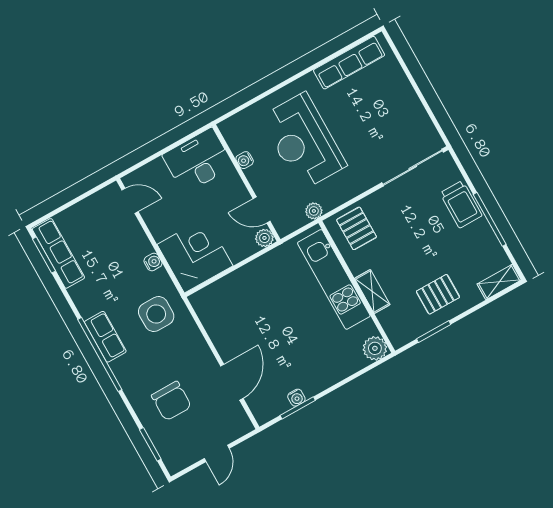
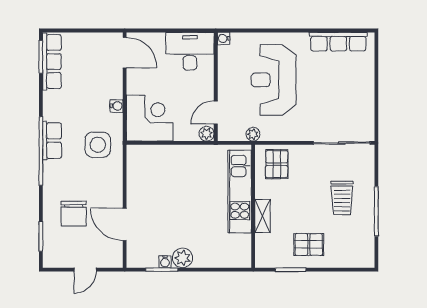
water cooler: (245, 160) -> (224, 38), moved
door: (130, 201) -> (125, 53), width x1.38
trolley: (461, 204) -> (342, 198), moved
door: (262, 210) -> (216, 112), hinge flipped
shelving: (499, 282) -> (358, 260), removed
plant: (375, 348) -> (183, 258), moved
door: (232, 382) -> (125, 224), swing flipped

